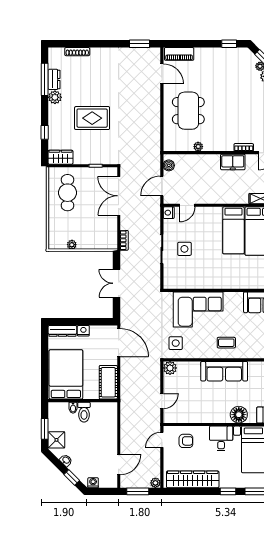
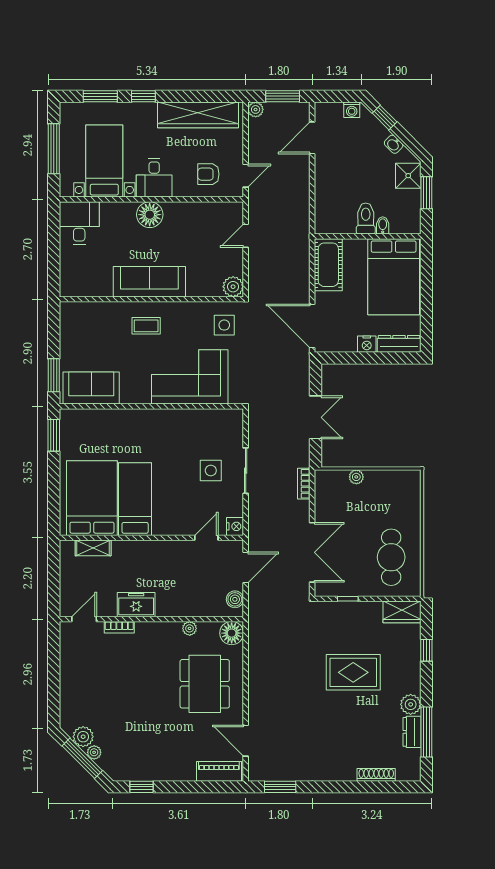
floor lamp: (171, 144) -> (232, 633), added
plant: (72, 245) -> (356, 477), moved
floor lamp: (239, 415) -> (150, 215), moved

